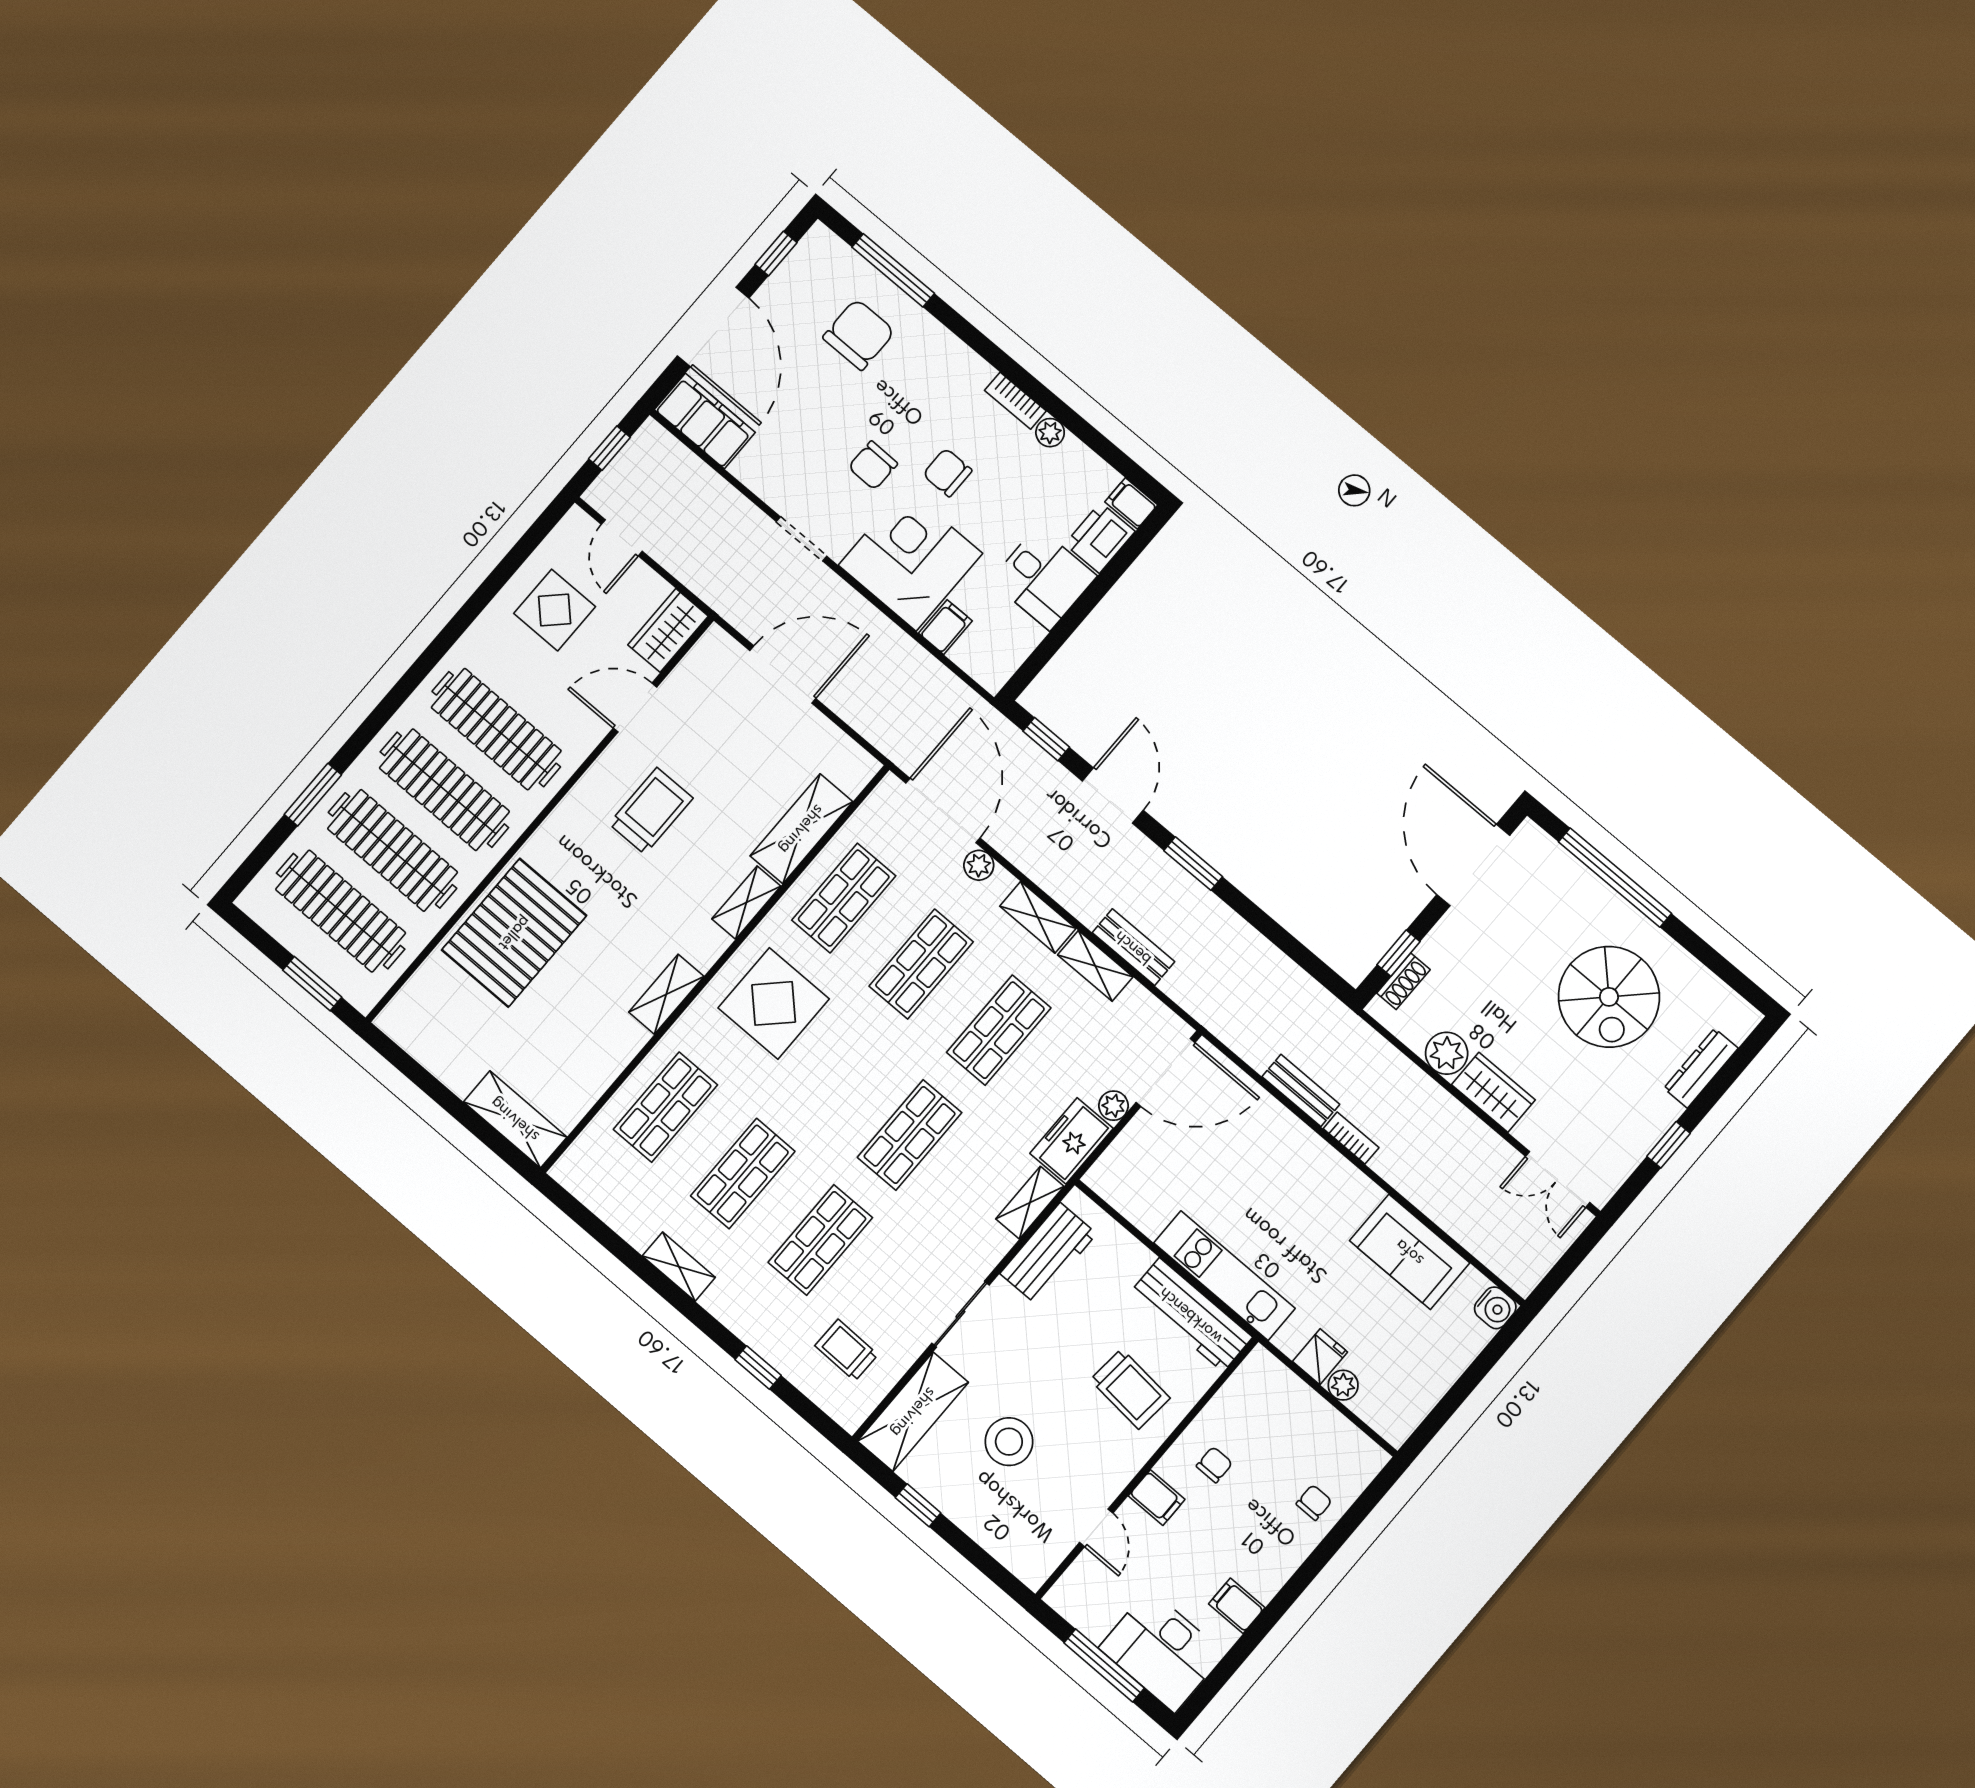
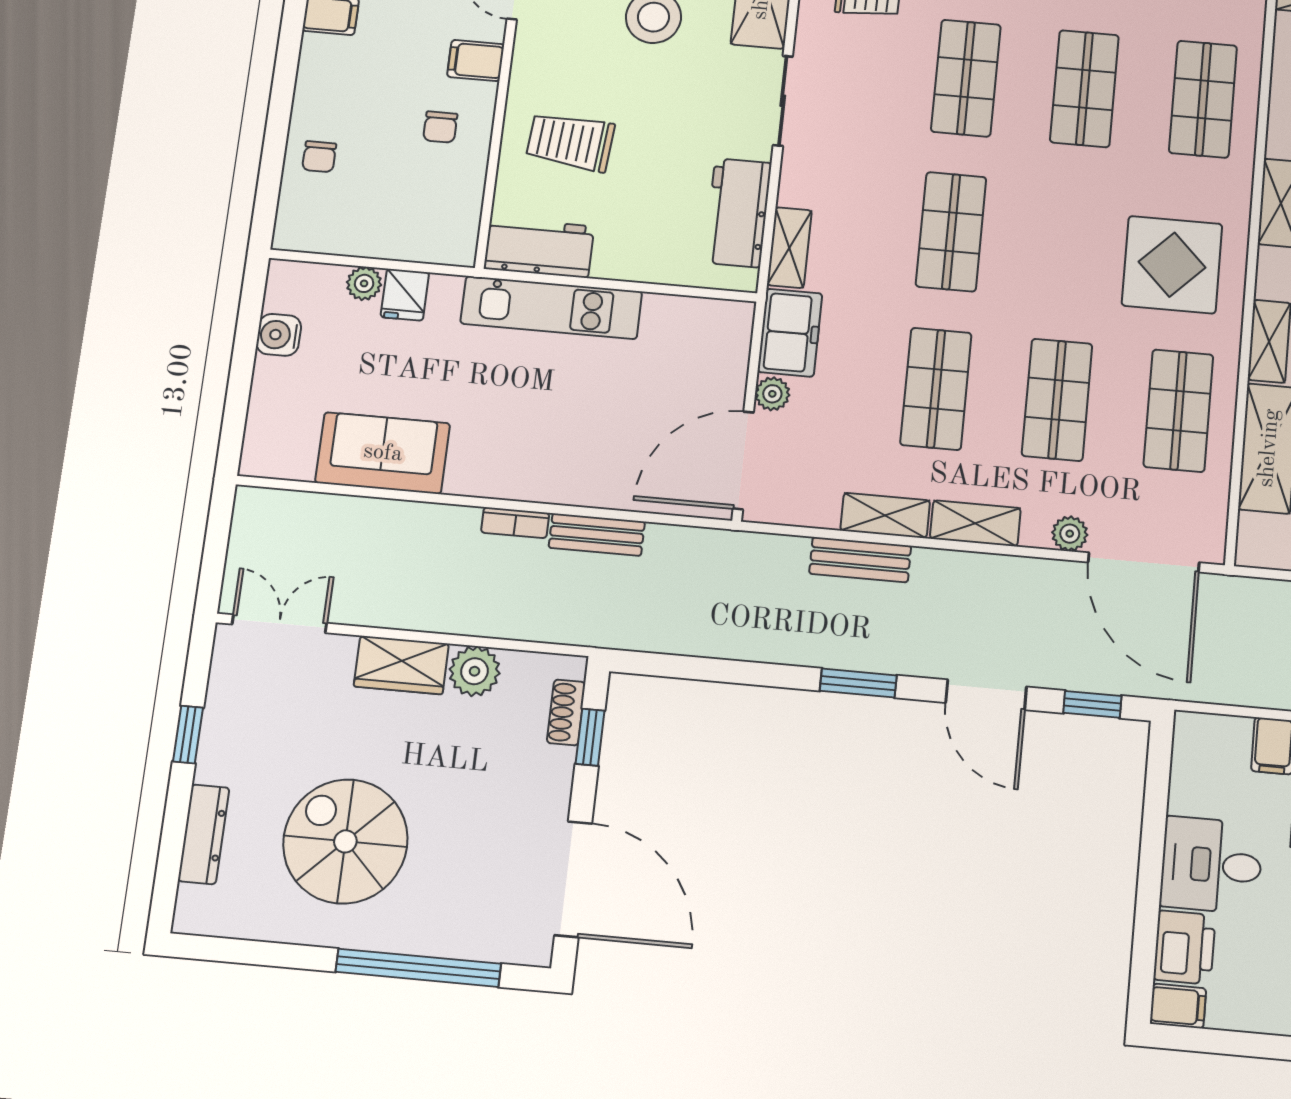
water cooler: (1495, 1308) -> (279, 335), moved
workbench: (1191, 1315) -> (539, 248), width x0.73

